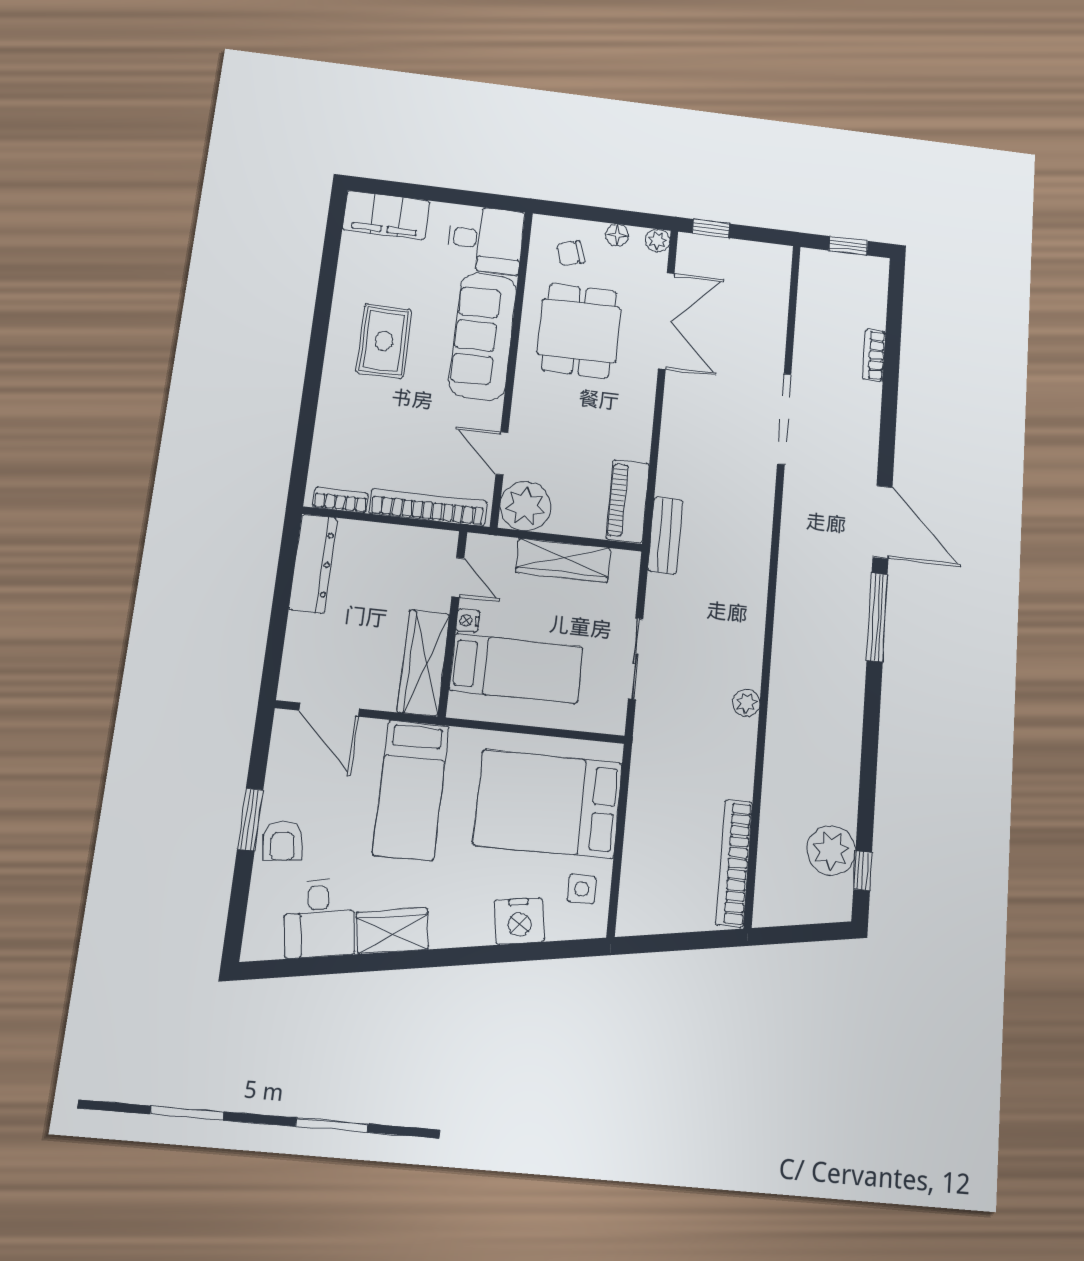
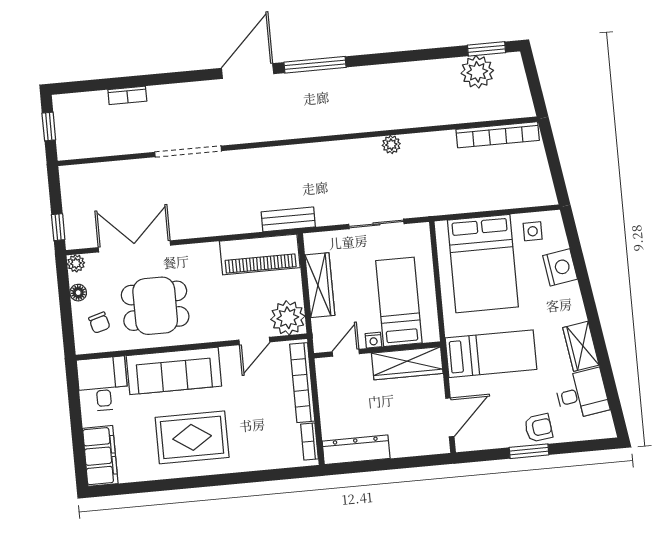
rug: (384, 341) -> (192, 437), width x1.36, depth x1.43
piano: (628, 501) -> (260, 254), width x1.37, depth x1.33
window: (863, 871) -> (487, 49), width x1.50

